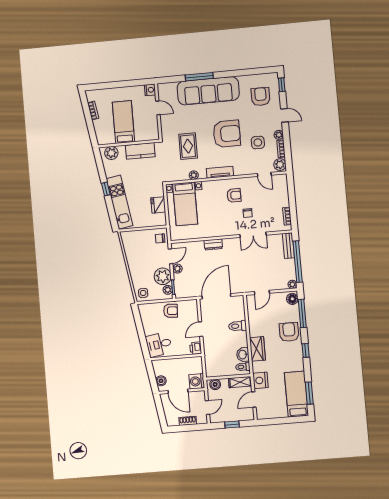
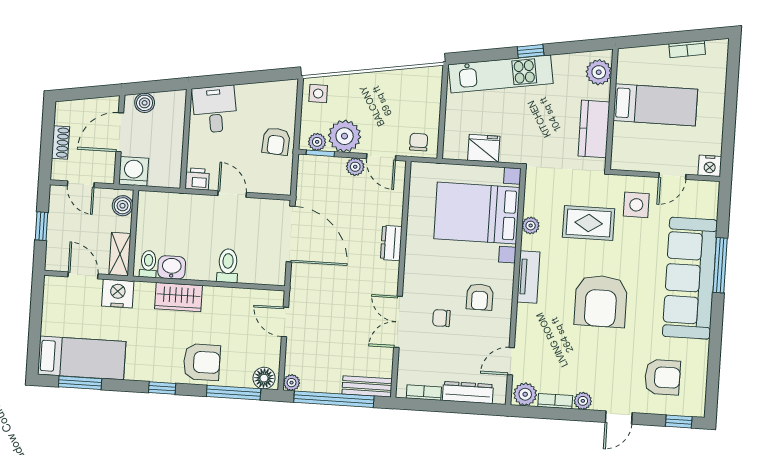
side table: (258, 142) -> (636, 205), moved
dresser: (284, 194) -> (468, 393), added
bed with nightstands: (185, 204) -> (477, 213), width x1.36

